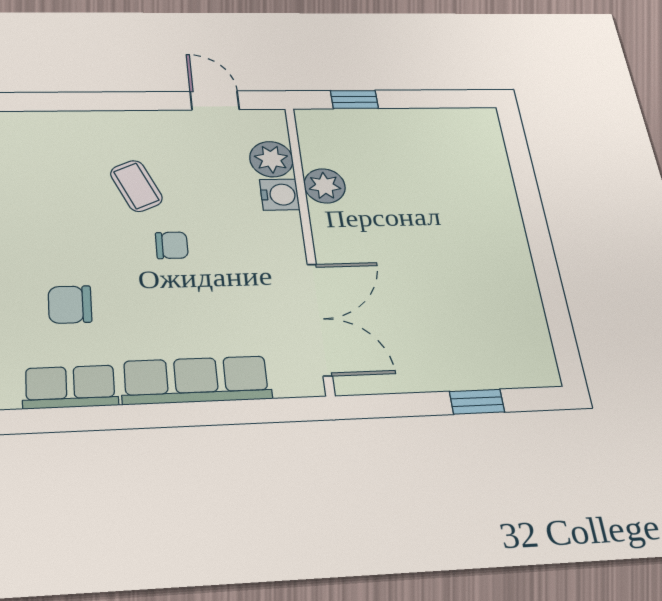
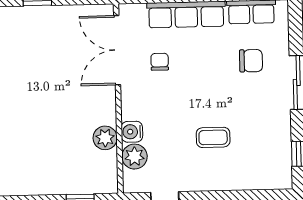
coffee table: (136, 186) -> (213, 137), turned -66
chair: (172, 245) -> (160, 62), moved, turned 90

